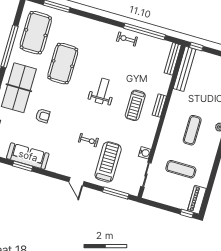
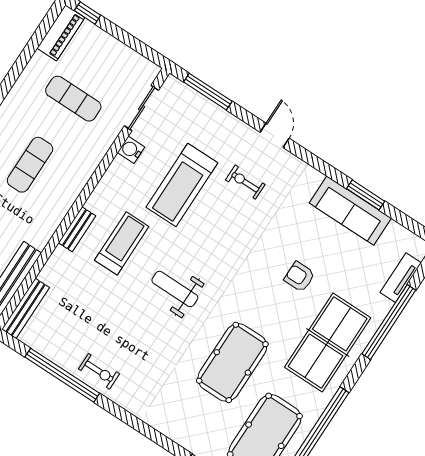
weight bench: (102, 91) -> (175, 289), turned 90
exercise bike: (88, 140) -> (245, 182), moved
treadmill: (108, 162) -> (182, 185), moved

